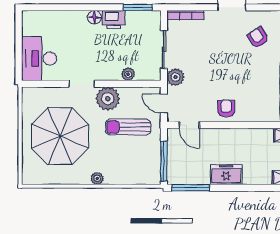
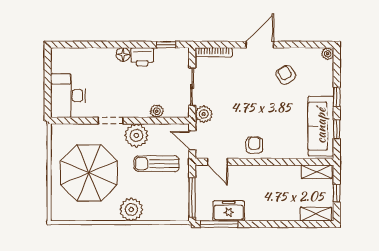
window: (138, 7) -> (166, 45), width x0.67
freezer: (226, 174) -> (229, 211), moved
plant: (97, 178) -> (131, 209), width x1.87, depth x1.87

